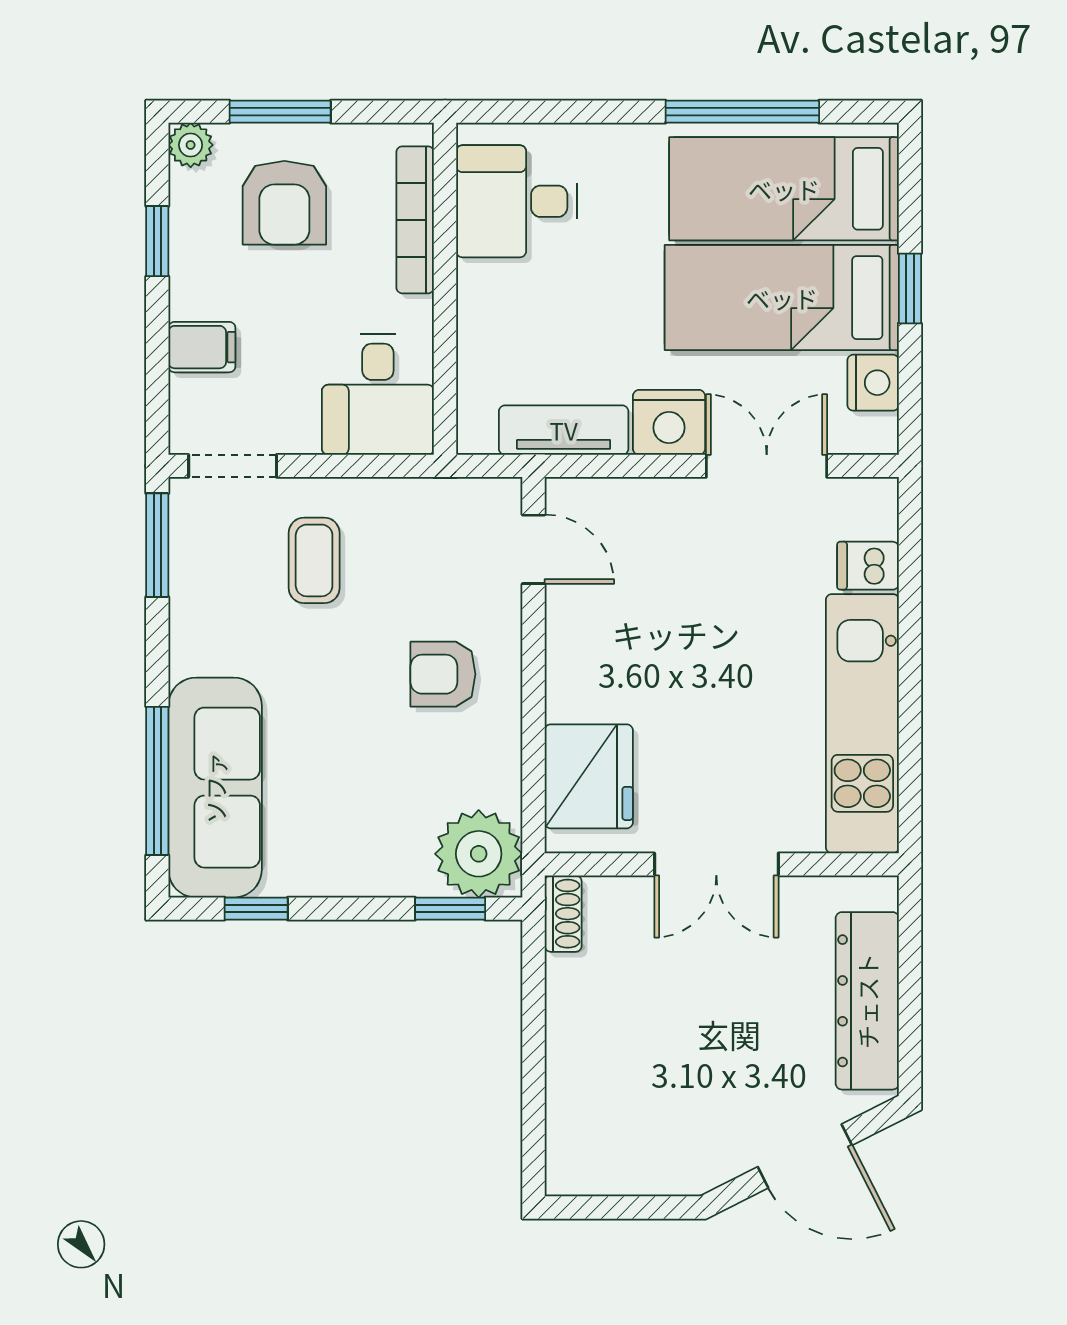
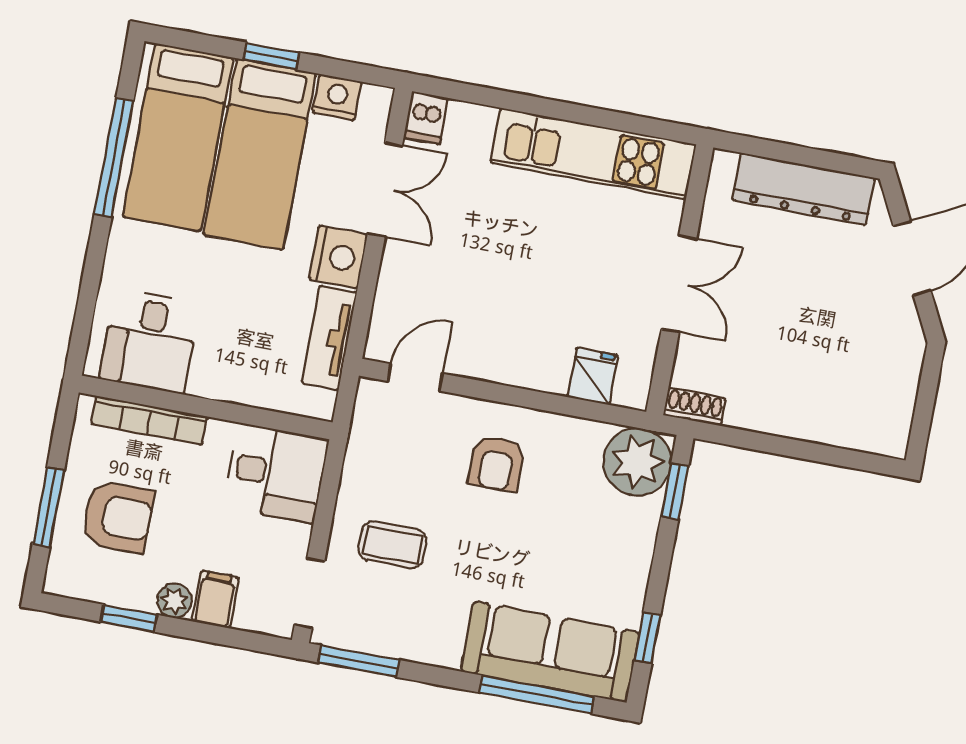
plant: (191, 145) -> (174, 601), moved
double door: (767, 466) -> (385, 190), swing flipped
dishwasher: (868, 566) -> (426, 118), moved
fridge: (589, 776) -> (593, 376), width x0.53, depth x0.75

